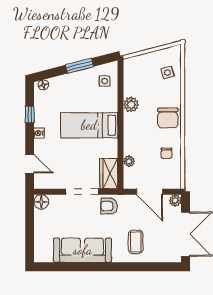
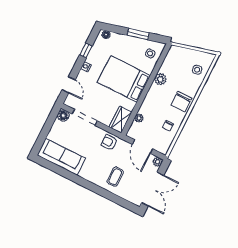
bed: (89, 125) -> (124, 79), width x1.50
doorway: (82, 192) -> (85, 117), moved
sofa: (83, 250) -> (61, 157), moved

